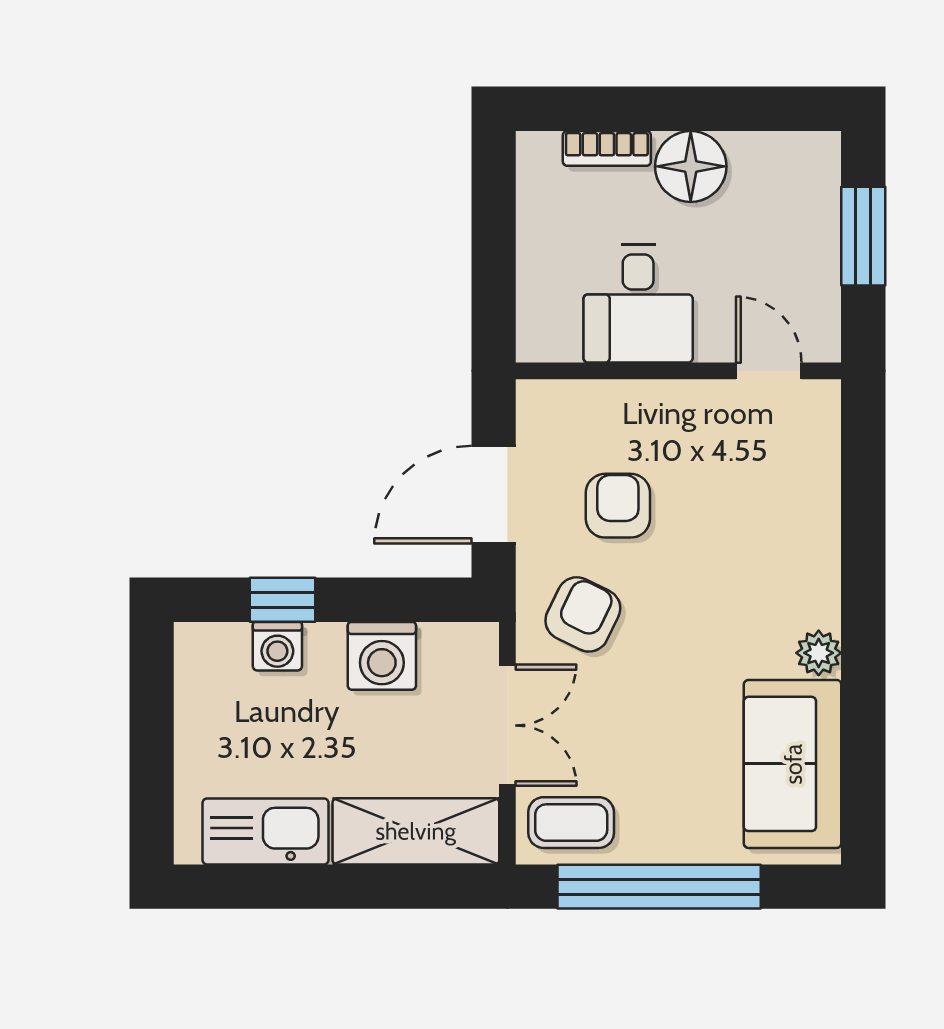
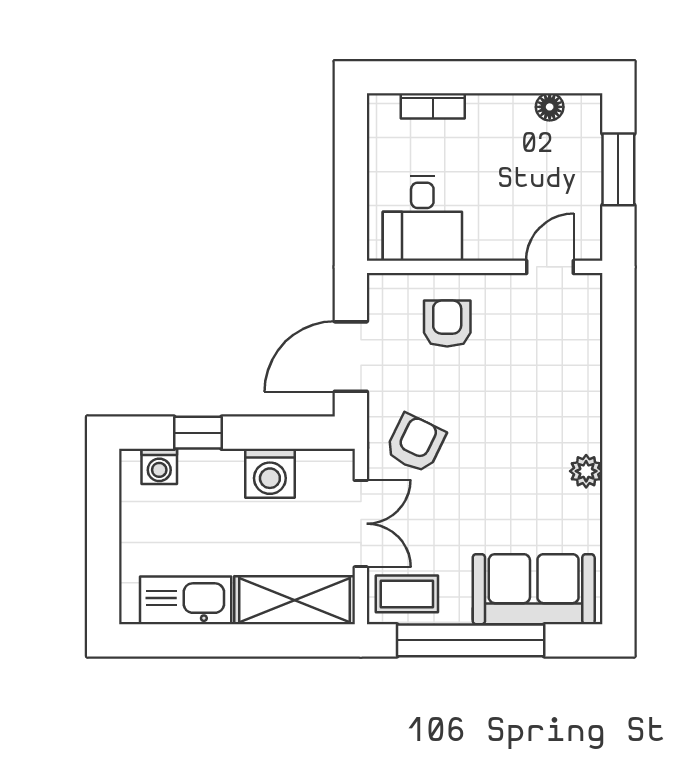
floor lamp: (691, 166) -> (550, 107), moved, width x0.53, depth x0.53
desk: (638, 304) -> (422, 218), moved
door: (769, 371) -> (550, 267), hinge flipped
armchair: (618, 506) -> (447, 324), moved
washing machine: (277, 646) -> (159, 466), moved
sofa: (793, 764) -> (534, 589), moved, turned 90

